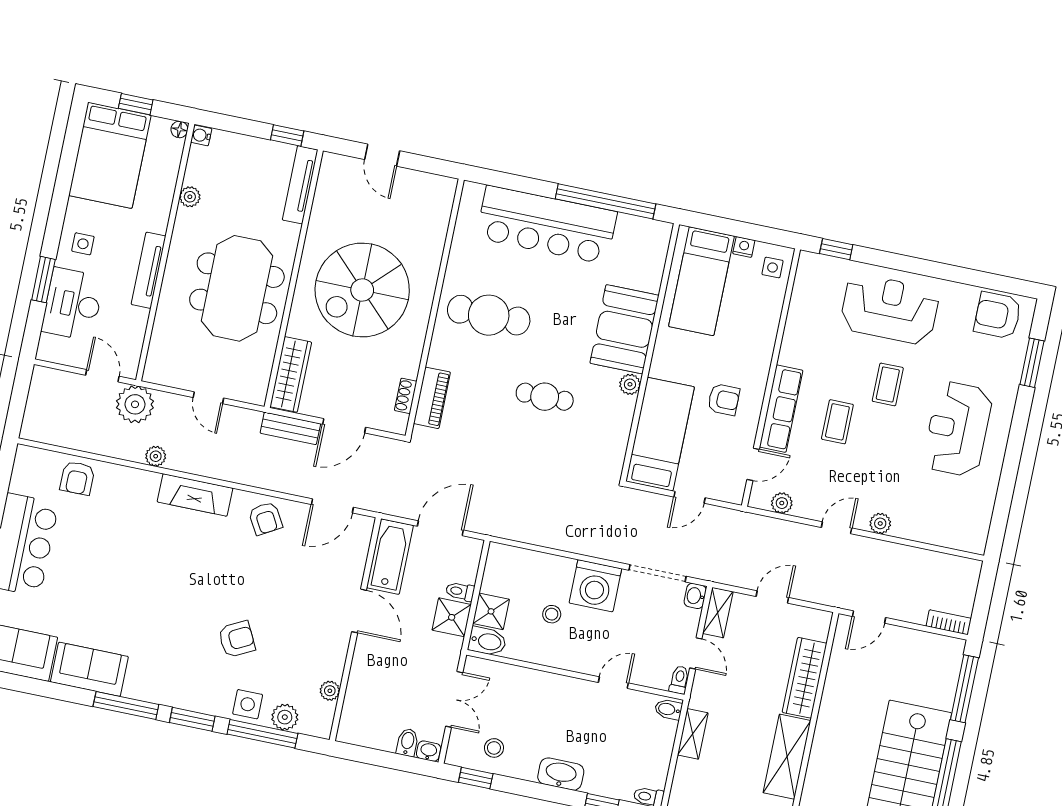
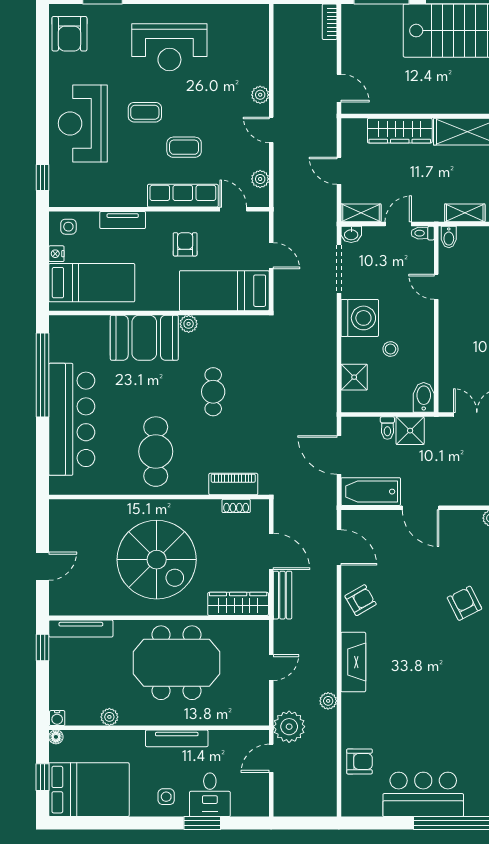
desk: (73, 304) -> (210, 795), width x0.73
tv unit: (767, 332) -> (123, 220), added
door: (359, 611) -> (421, 508), swing flipped
shower: (491, 611) -> (354, 377), moved

